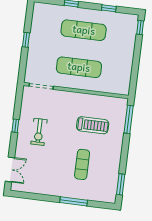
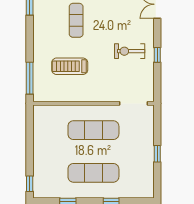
exercise bike: (39, 132) -> (130, 51), turned -90

